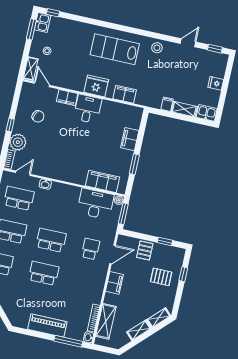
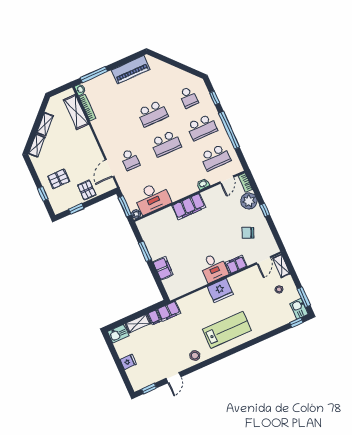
door: (42, 84) -> (264, 260), hinge flipped
filing cabinet: (125, 94) -> (169, 311), moved
filing cabinet: (102, 181) -> (189, 206), moved
filing cabinet: (114, 283) -> (92, 147), removed
piano: (47, 325) -> (131, 70), moved

